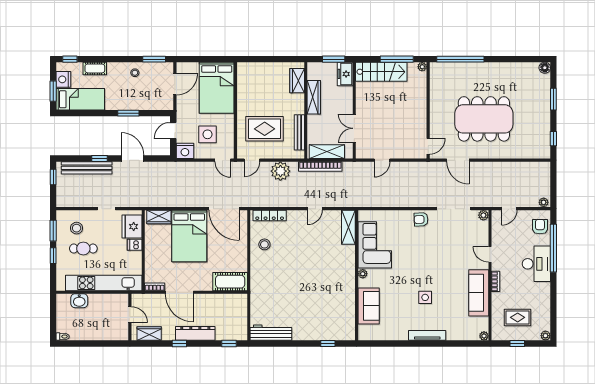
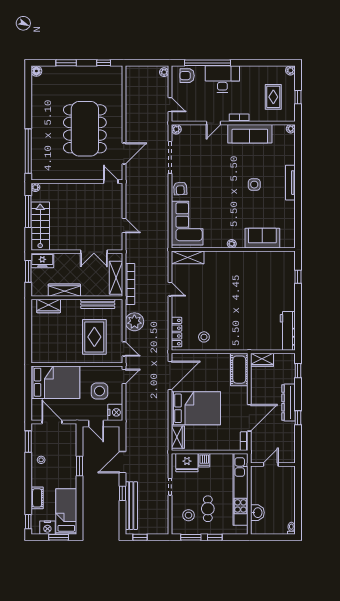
corner sofa: (375, 245) -> (187, 223), moved, turned 90
wardrobe: (149, 334) -> (262, 360), moved, turned -90

